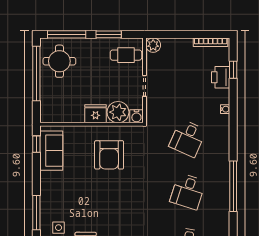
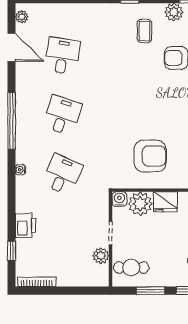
plant: (153, 45) -> (101, 256), moved
printer: (221, 77) -> (26, 226), moved
water cooler: (225, 109) -> (21, 170), moved
armchair: (109, 155) -> (150, 156), turned 90

